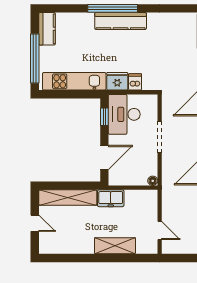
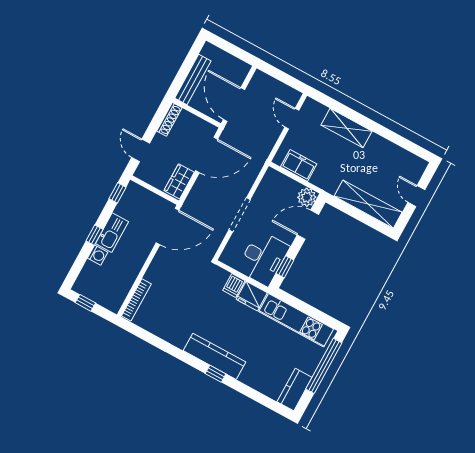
window: (113, 8) -> (216, 374), width x0.32
plant: (116, 178) -> (307, 197), added
floor lamp: (153, 181) -> (271, 174), removed
freezer: (111, 198) -> (299, 165), moved

